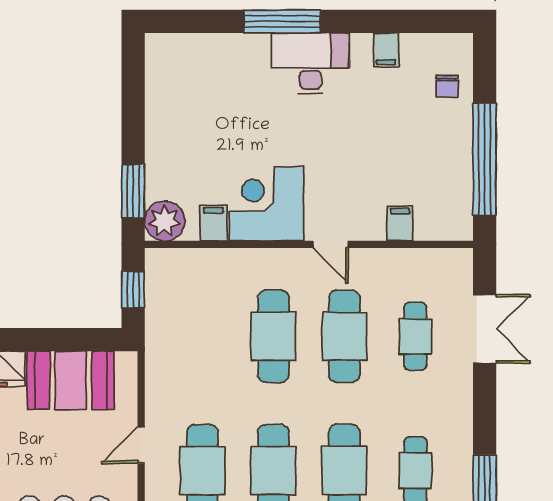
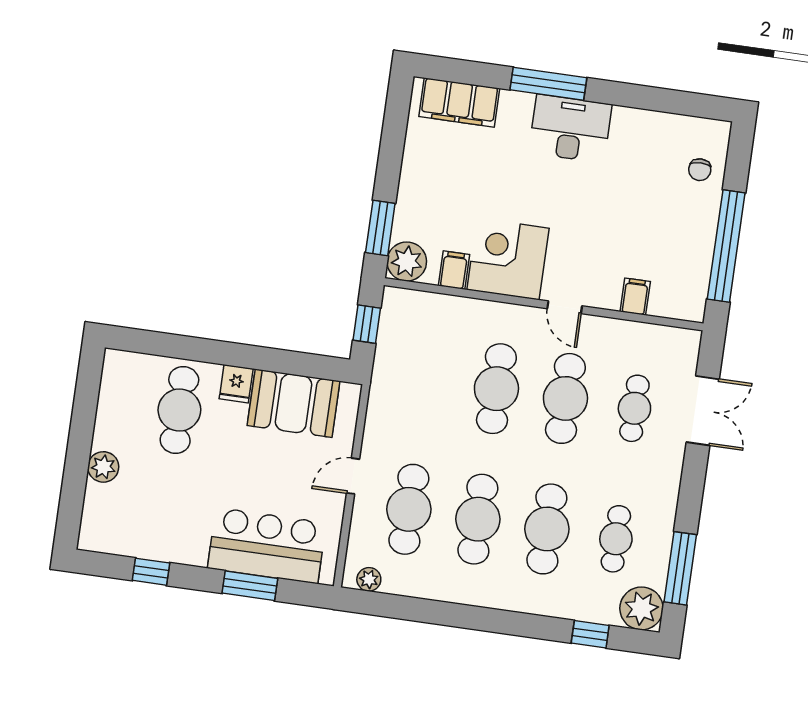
filing cabinet: (386, 50) -> (459, 102), moved, width x3.00, depth x1.17

